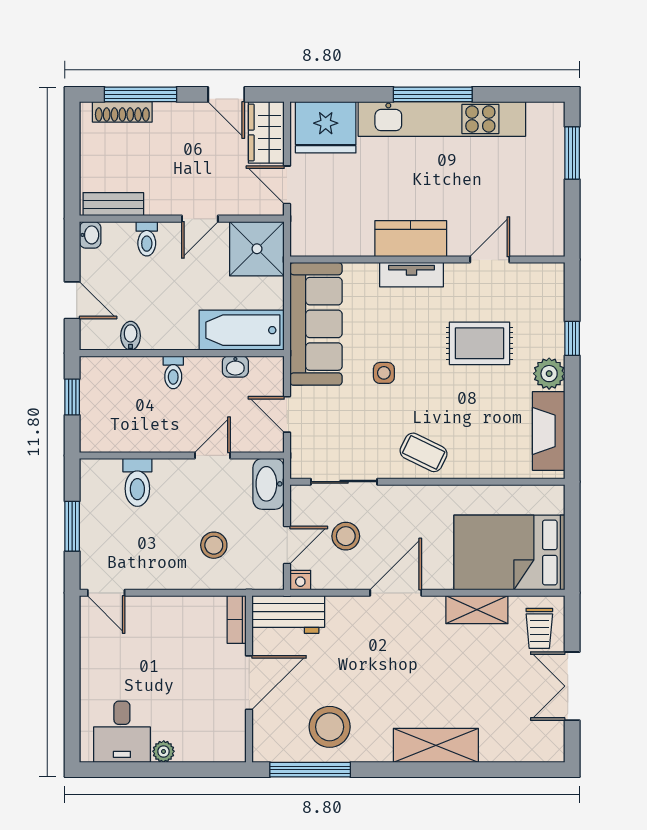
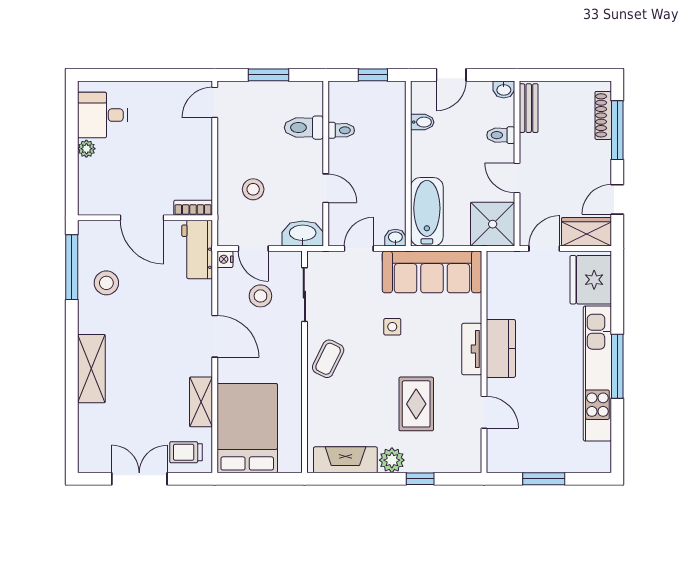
window: (572, 153) -> (544, 479), moved
washbasin: (235, 367) -> (395, 238), moved, turned 90
toilet: (173, 372) -> (341, 130), moved, turned 180
stool: (330, 727) -> (106, 283), width x0.73, depth x0.73

